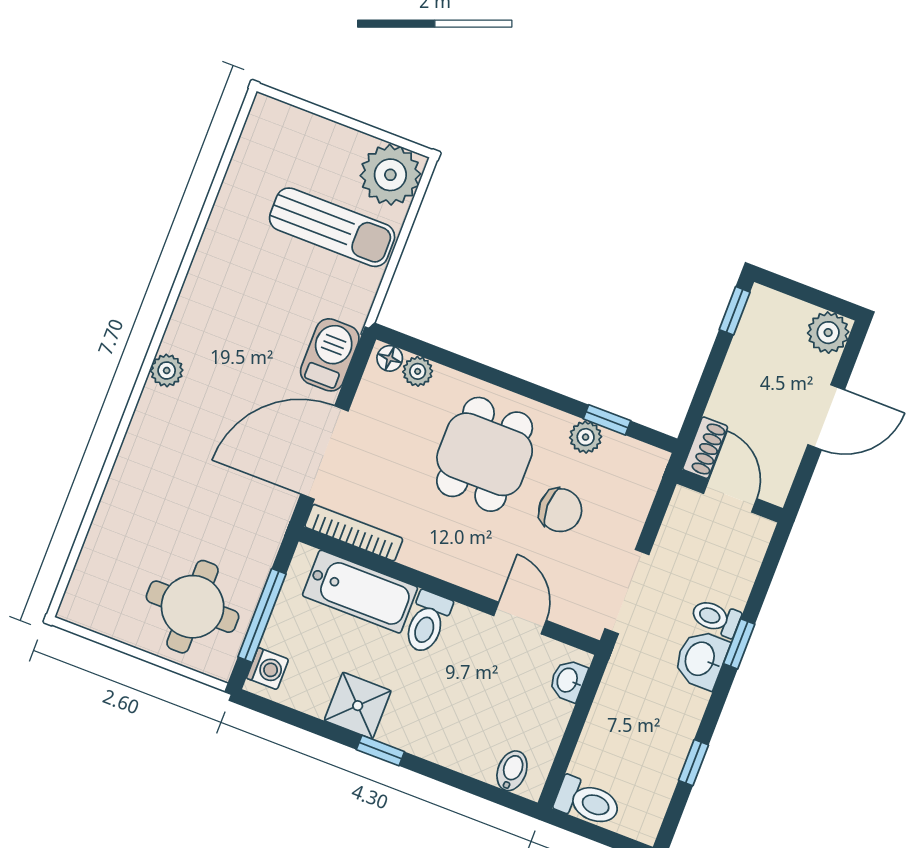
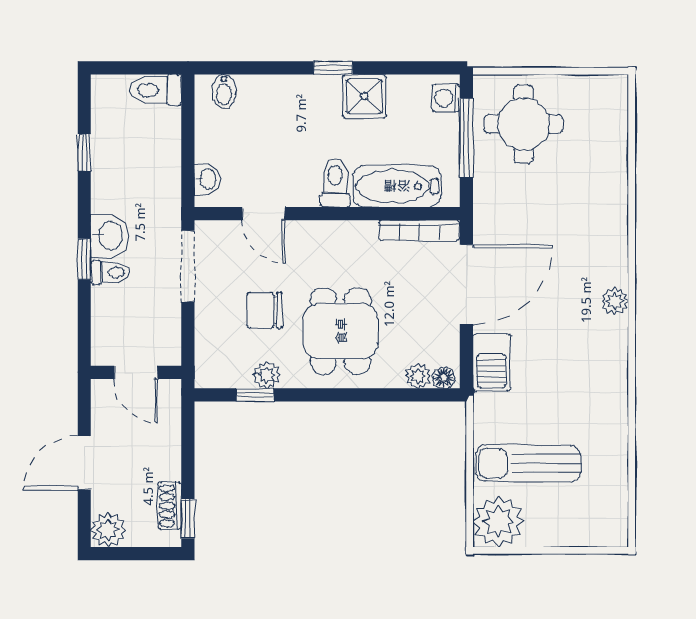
shoe rack: (705, 448) -> (170, 506), moved

